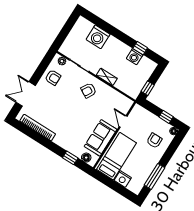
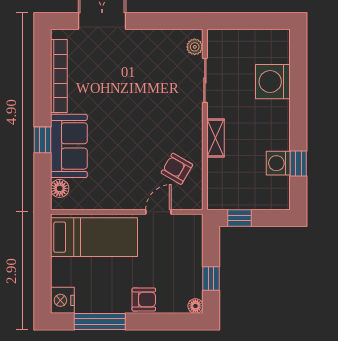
armchair: (53, 77) -> (158, 49), removed
armchair: (89, 90) -> (177, 169), moved
sofa: (101, 138) -> (69, 146), moved, turned 90
armchair: (154, 141) -> (144, 299), moved
window: (70, 158) -> (42, 140), moved
nightstand: (123, 179) -> (62, 300), moved

